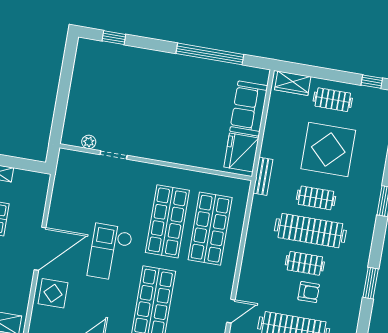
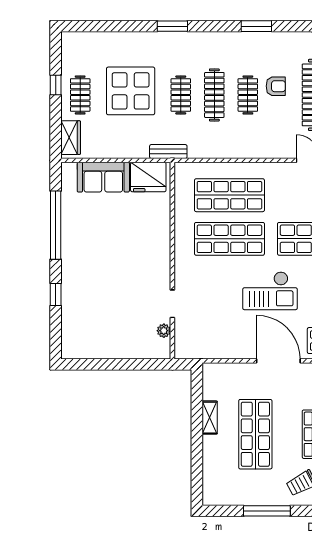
window: (114, 38) -> (56, 295), moved
window: (372, 82) -> (56, 85), moved
clothes rail: (310, 231) -> (214, 95), width x0.73, depth x0.76
armchair: (309, 292) -> (276, 86), turned 90

